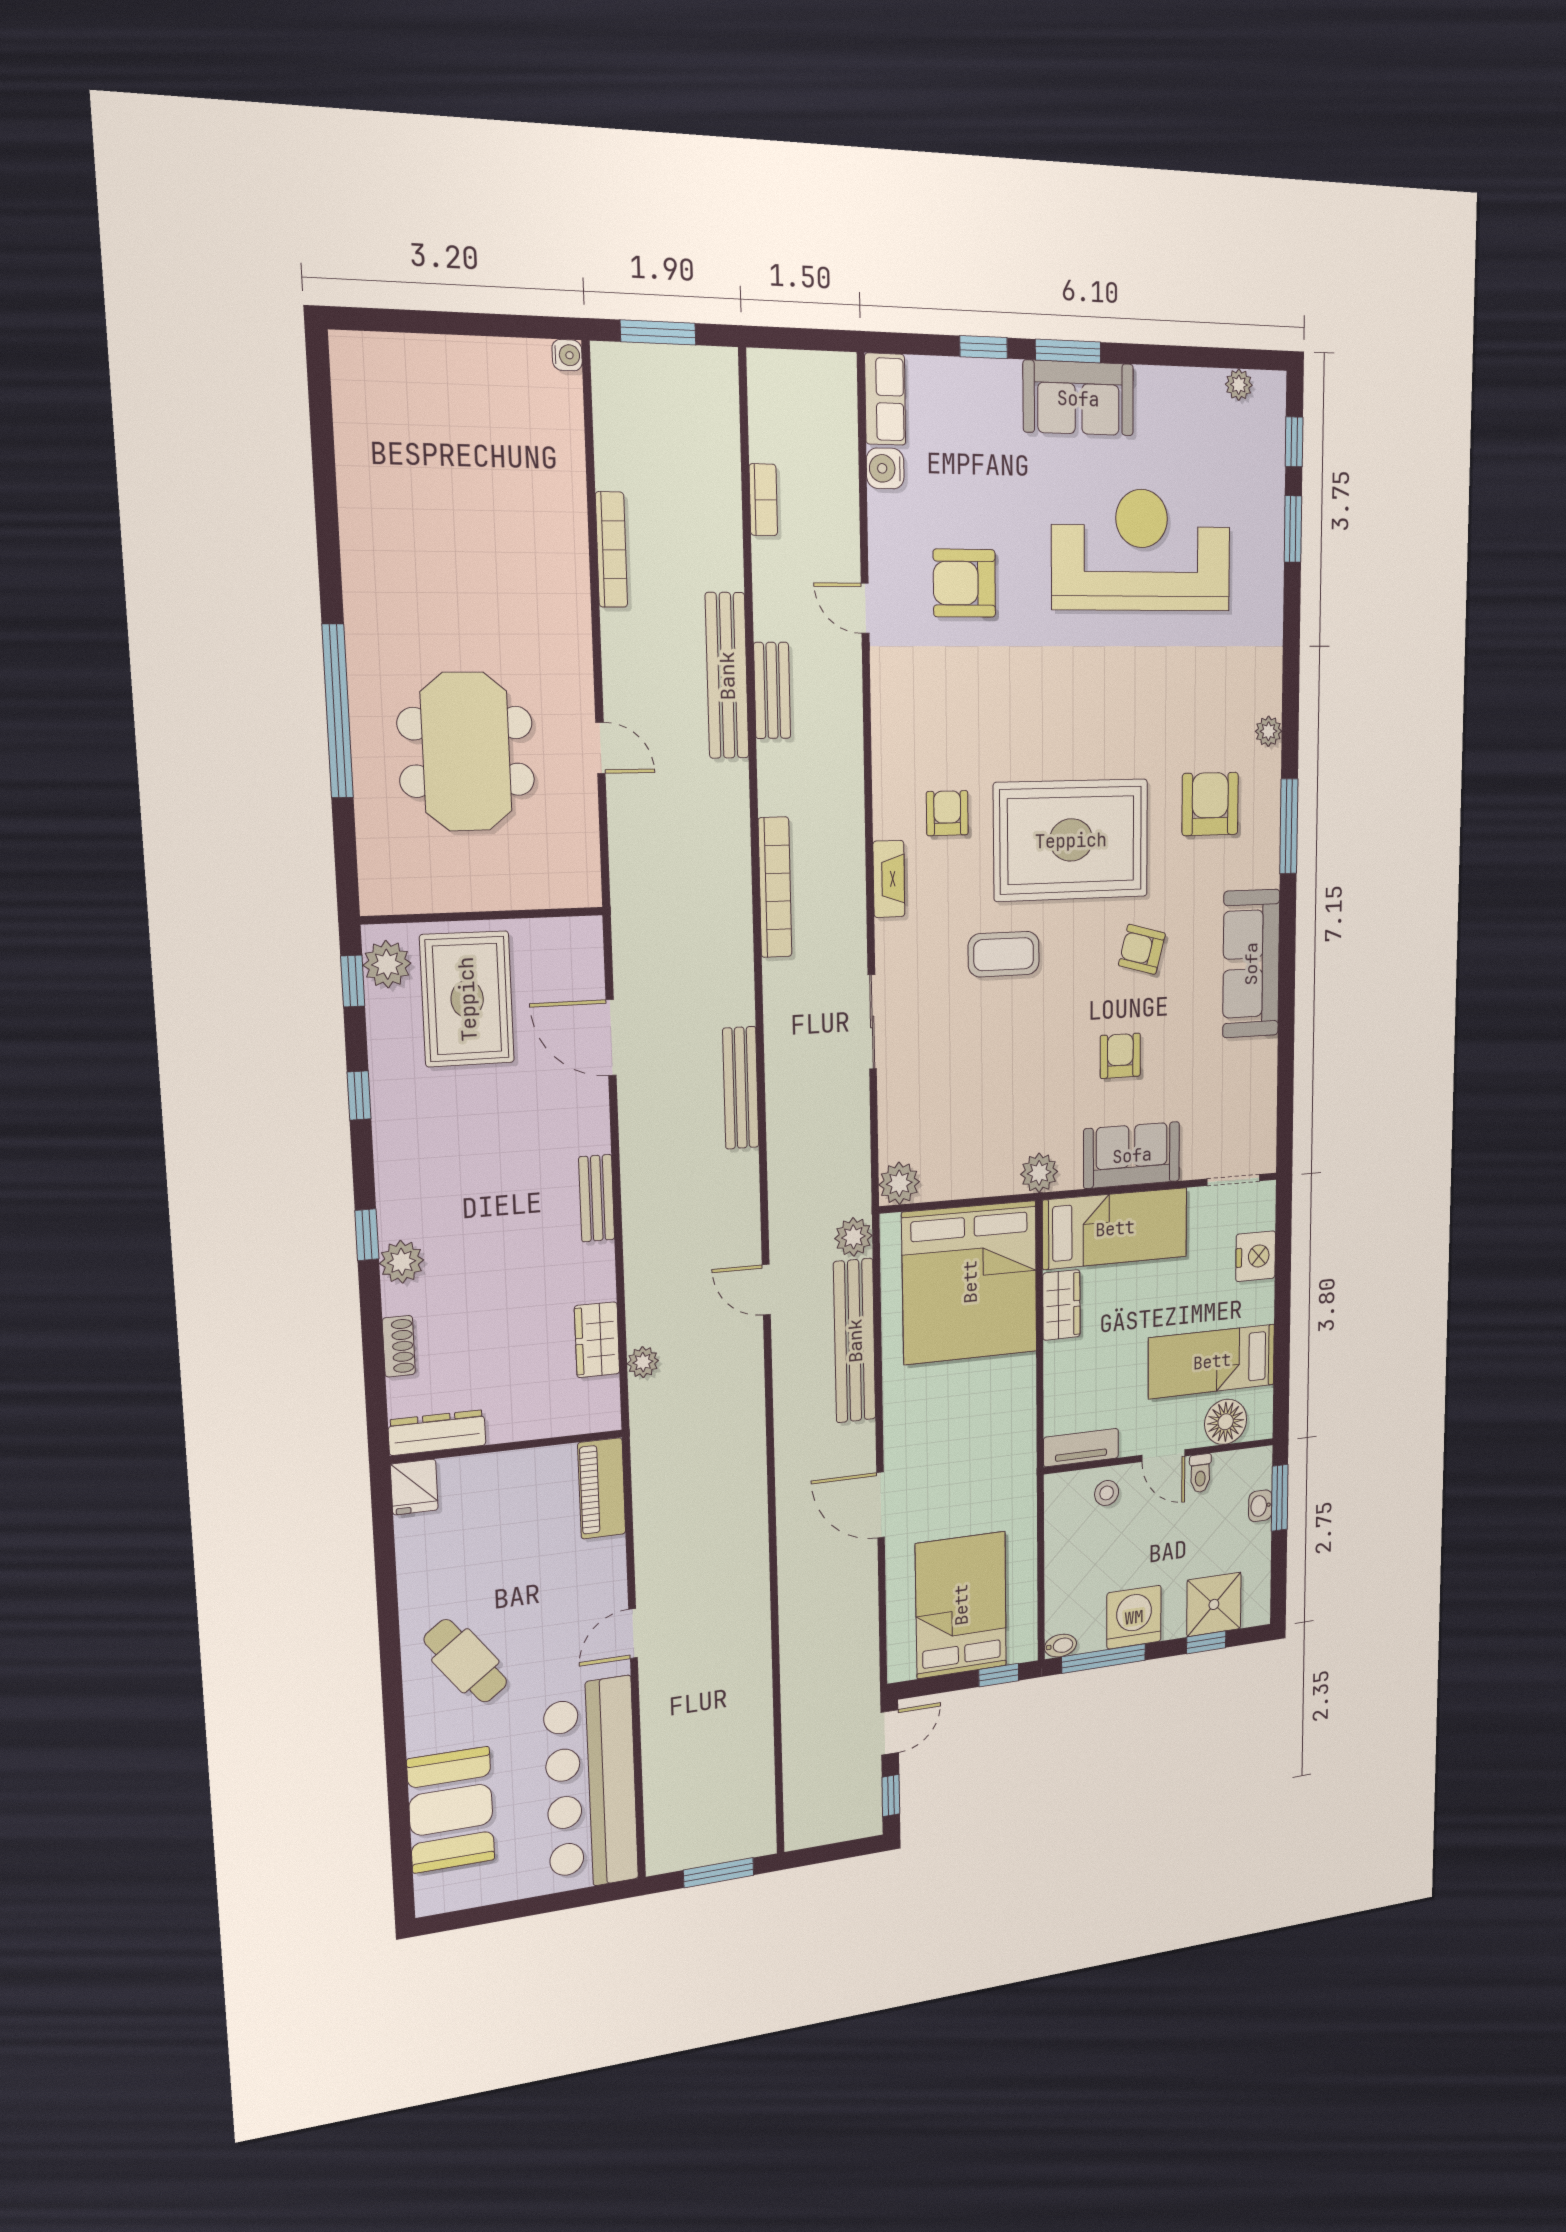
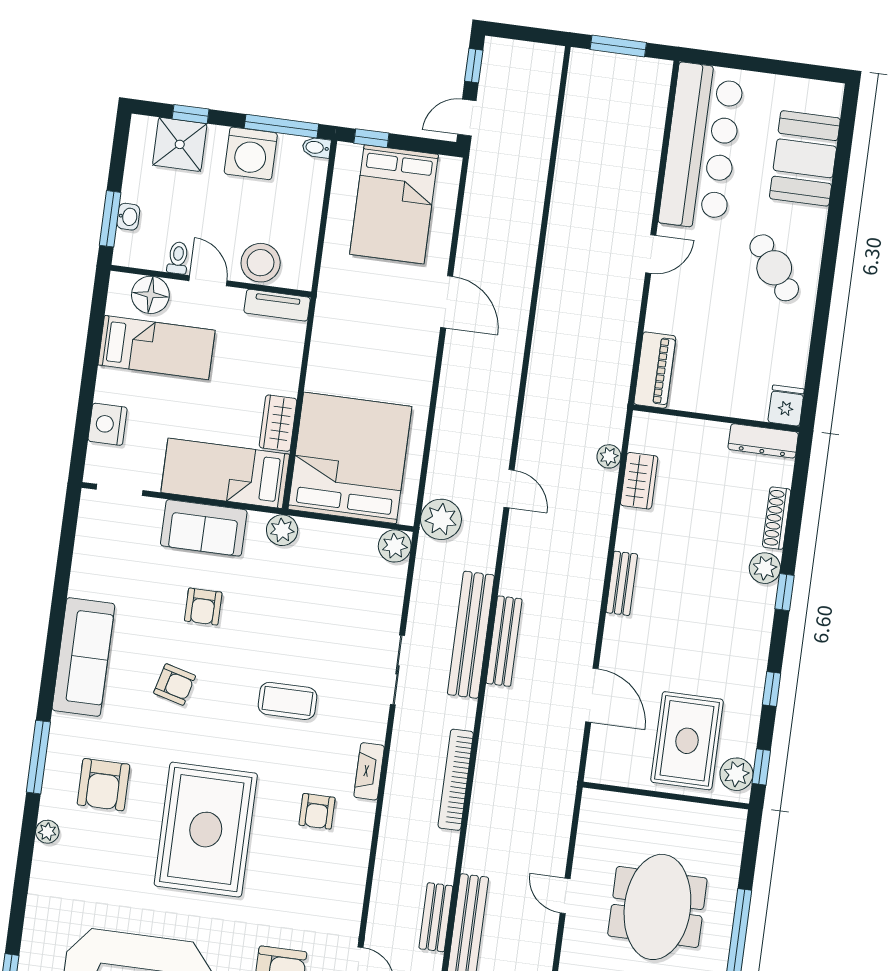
rug: (1071, 840) -> (206, 830), moved, turned 90
plant: (853, 1237) -> (441, 519), width x1.36, depth x1.36
bench: (855, 1341) -> (471, 635), moved
shoe rack: (399, 1346) -> (777, 518), width x1.43
stool: (1107, 1493) -> (261, 263), width x1.89, depth x1.89

